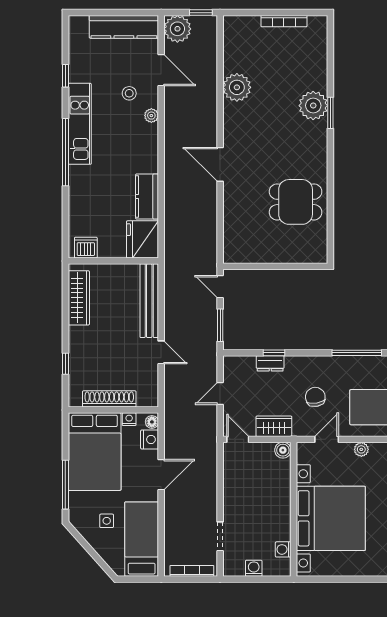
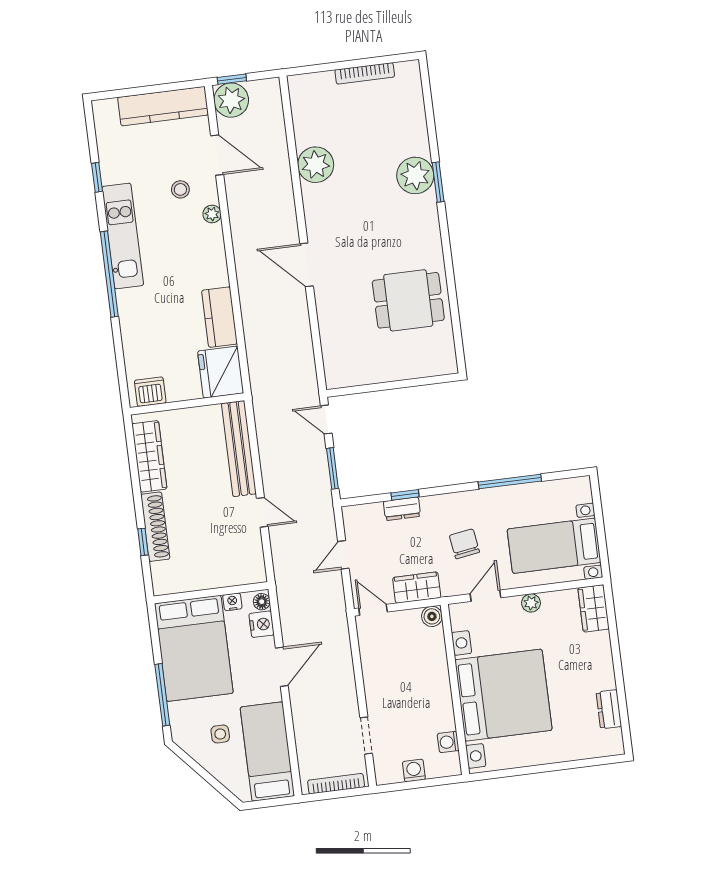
window: (201, 13) -> (232, 79), moved
shoe rack: (109, 399) -> (155, 527), moved, turned 90

